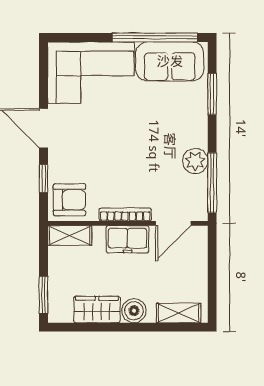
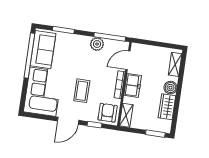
coffee table: (103, 145) -> (82, 91), added
door: (173, 223) -> (128, 60), swing flipped

